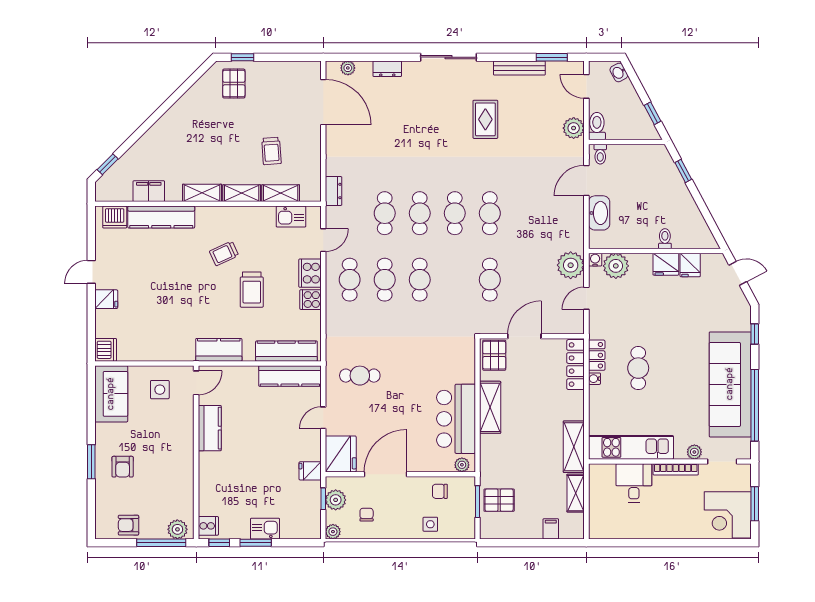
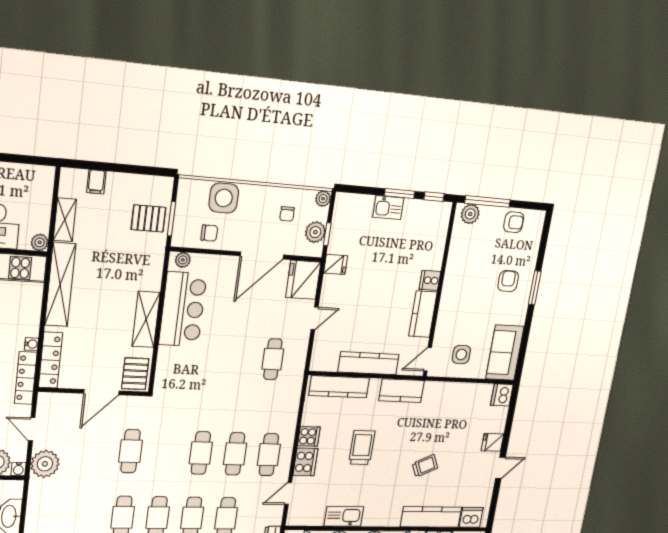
kitchen sink: (291, 217) -> (344, 516), moved, width x1.38
trolley: (224, 253) -> (425, 466), moved
door: (586, 298) -> (32, 429), swing flipped
locker: (597, 355) -> (26, 378), width x1.53
kitchen counter: (290, 376) -> (368, 363), moved
cafe table: (360, 376) -> (273, 359), turned 90
shelving: (574, 447) -> (60, 285), width x1.47
plant: (596, 471) -> (40, 242), added
side table: (430, 524) -> (224, 198), width x1.87, depth x1.87
cooker: (208, 526) -> (430, 280), moved

